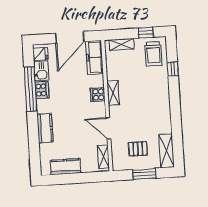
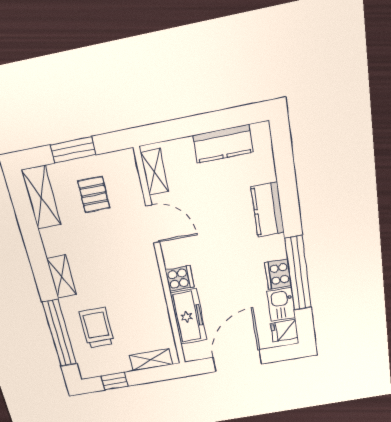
trolley: (153, 54) -> (97, 328), moved
freezer: (95, 57) -> (189, 317), moved
window: (173, 69) -> (60, 333), width x3.17
shelving: (113, 93) -> (62, 277), moved
pallet: (138, 149) -> (94, 195), turned 90

